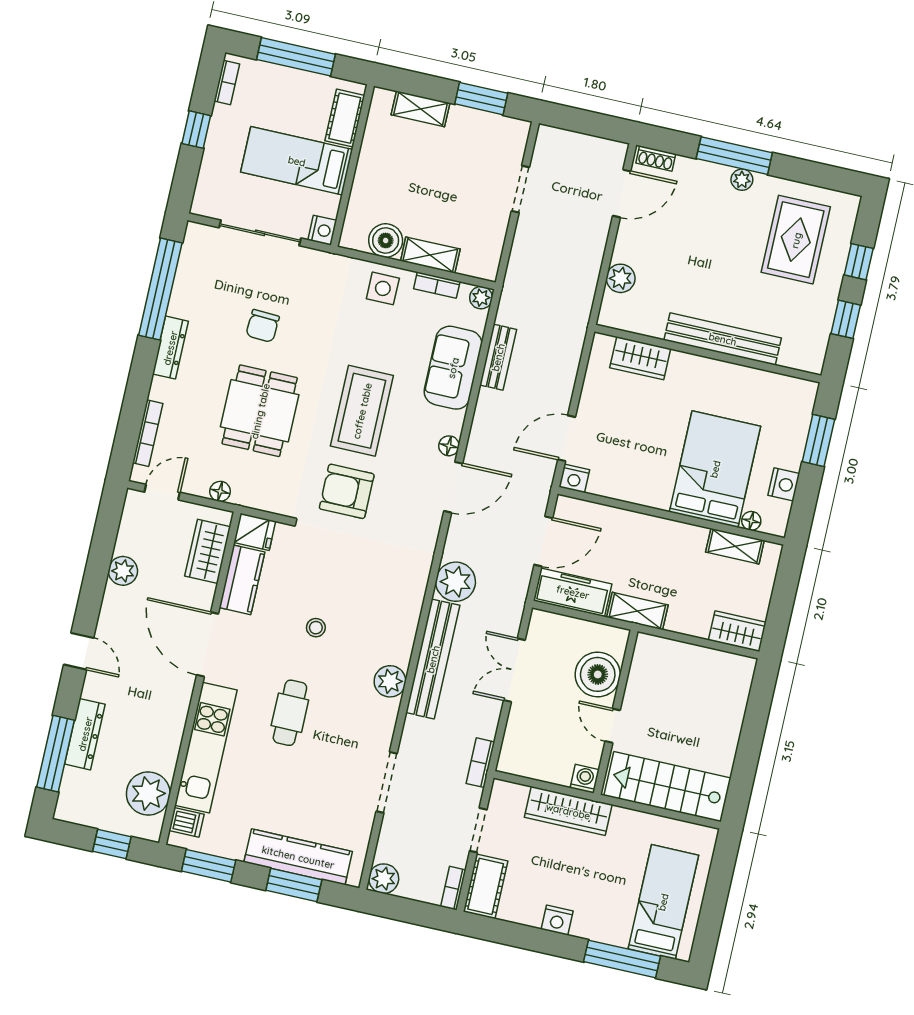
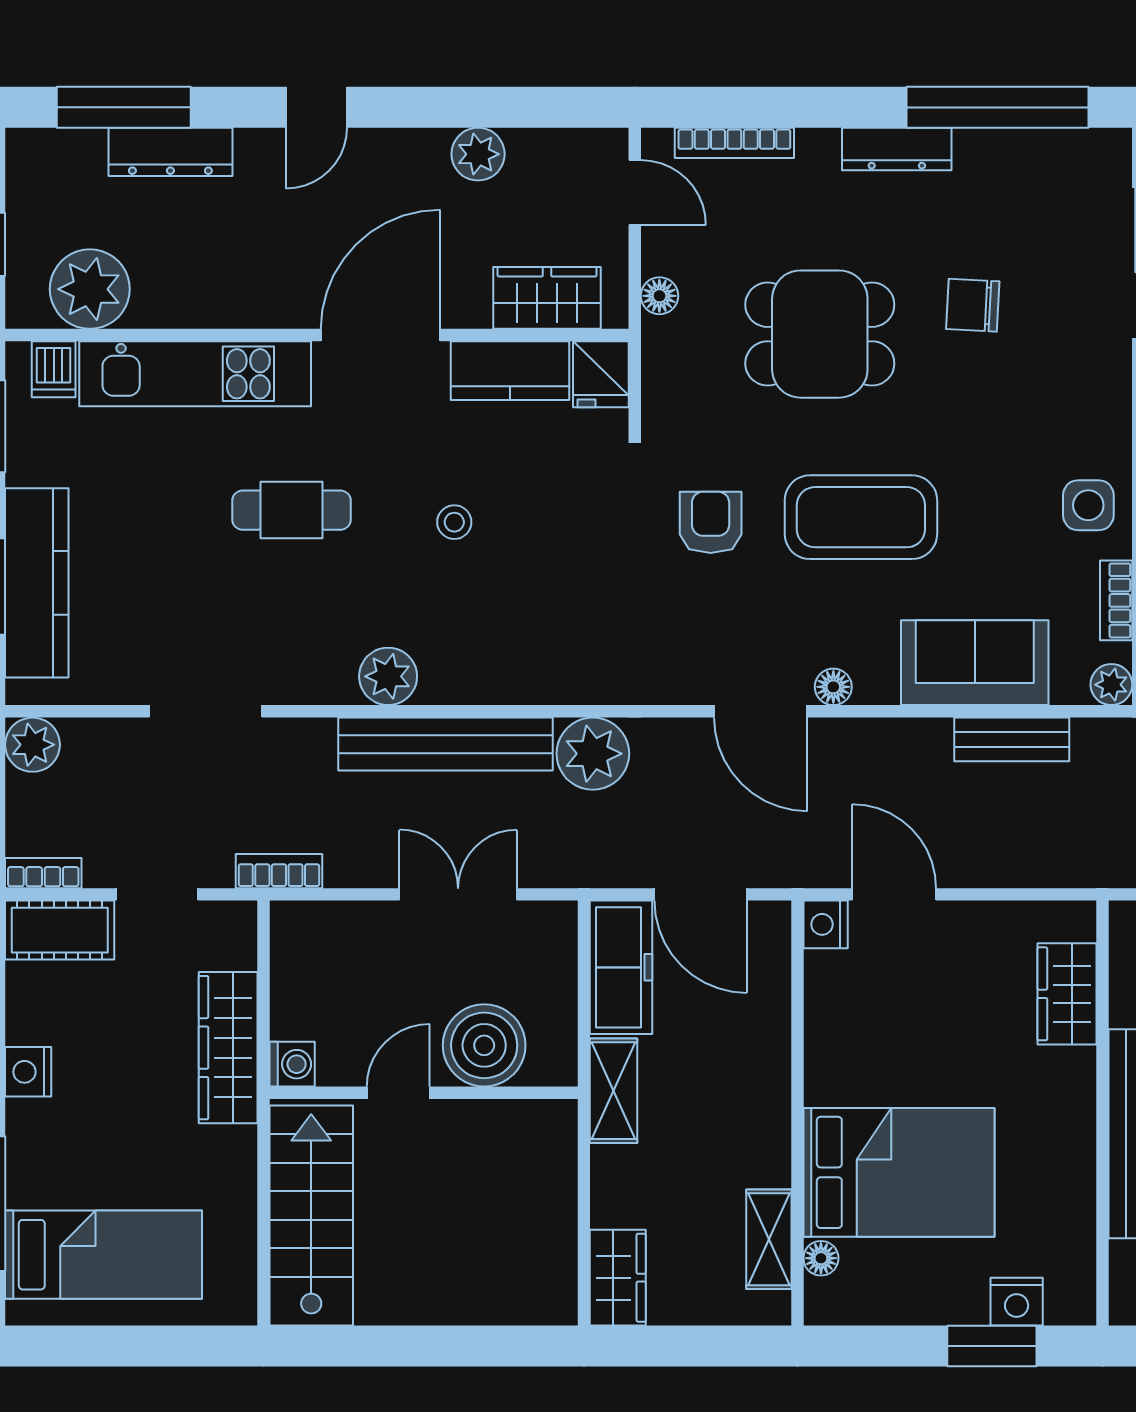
nightstand: (784, 484) -> (1017, 1302), moved
armchair: (347, 491) -> (711, 522), width x0.72, depth x0.72

